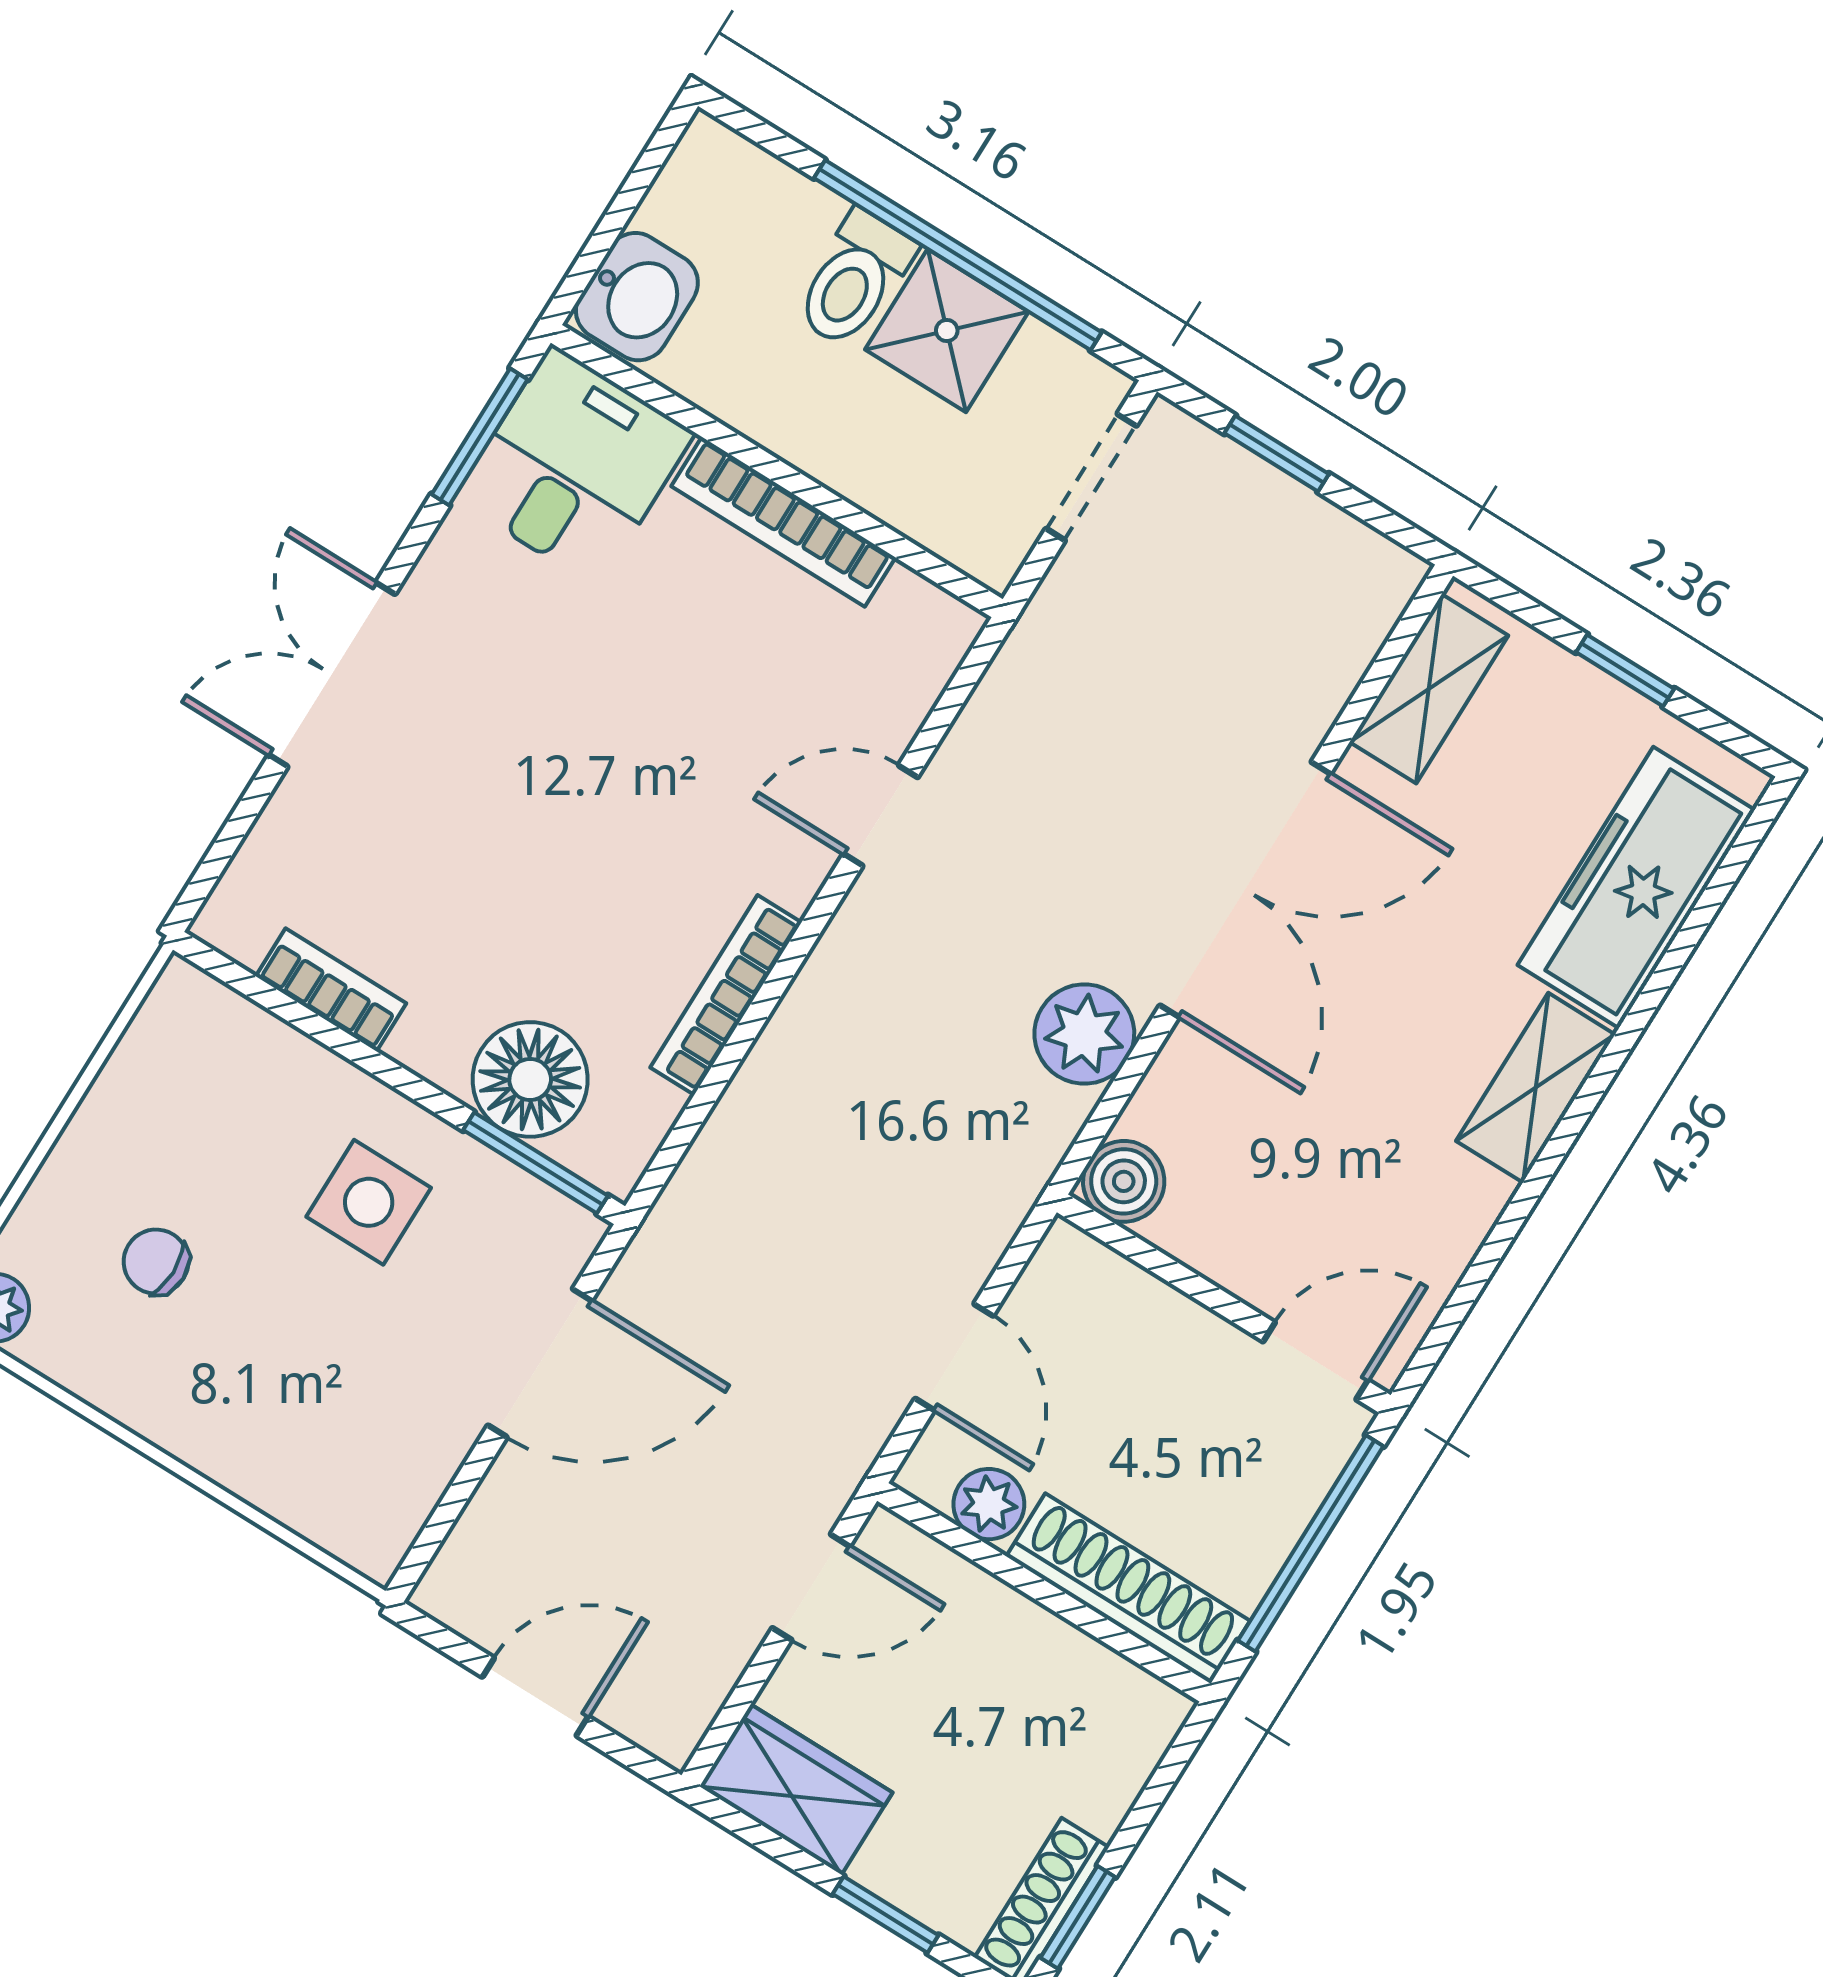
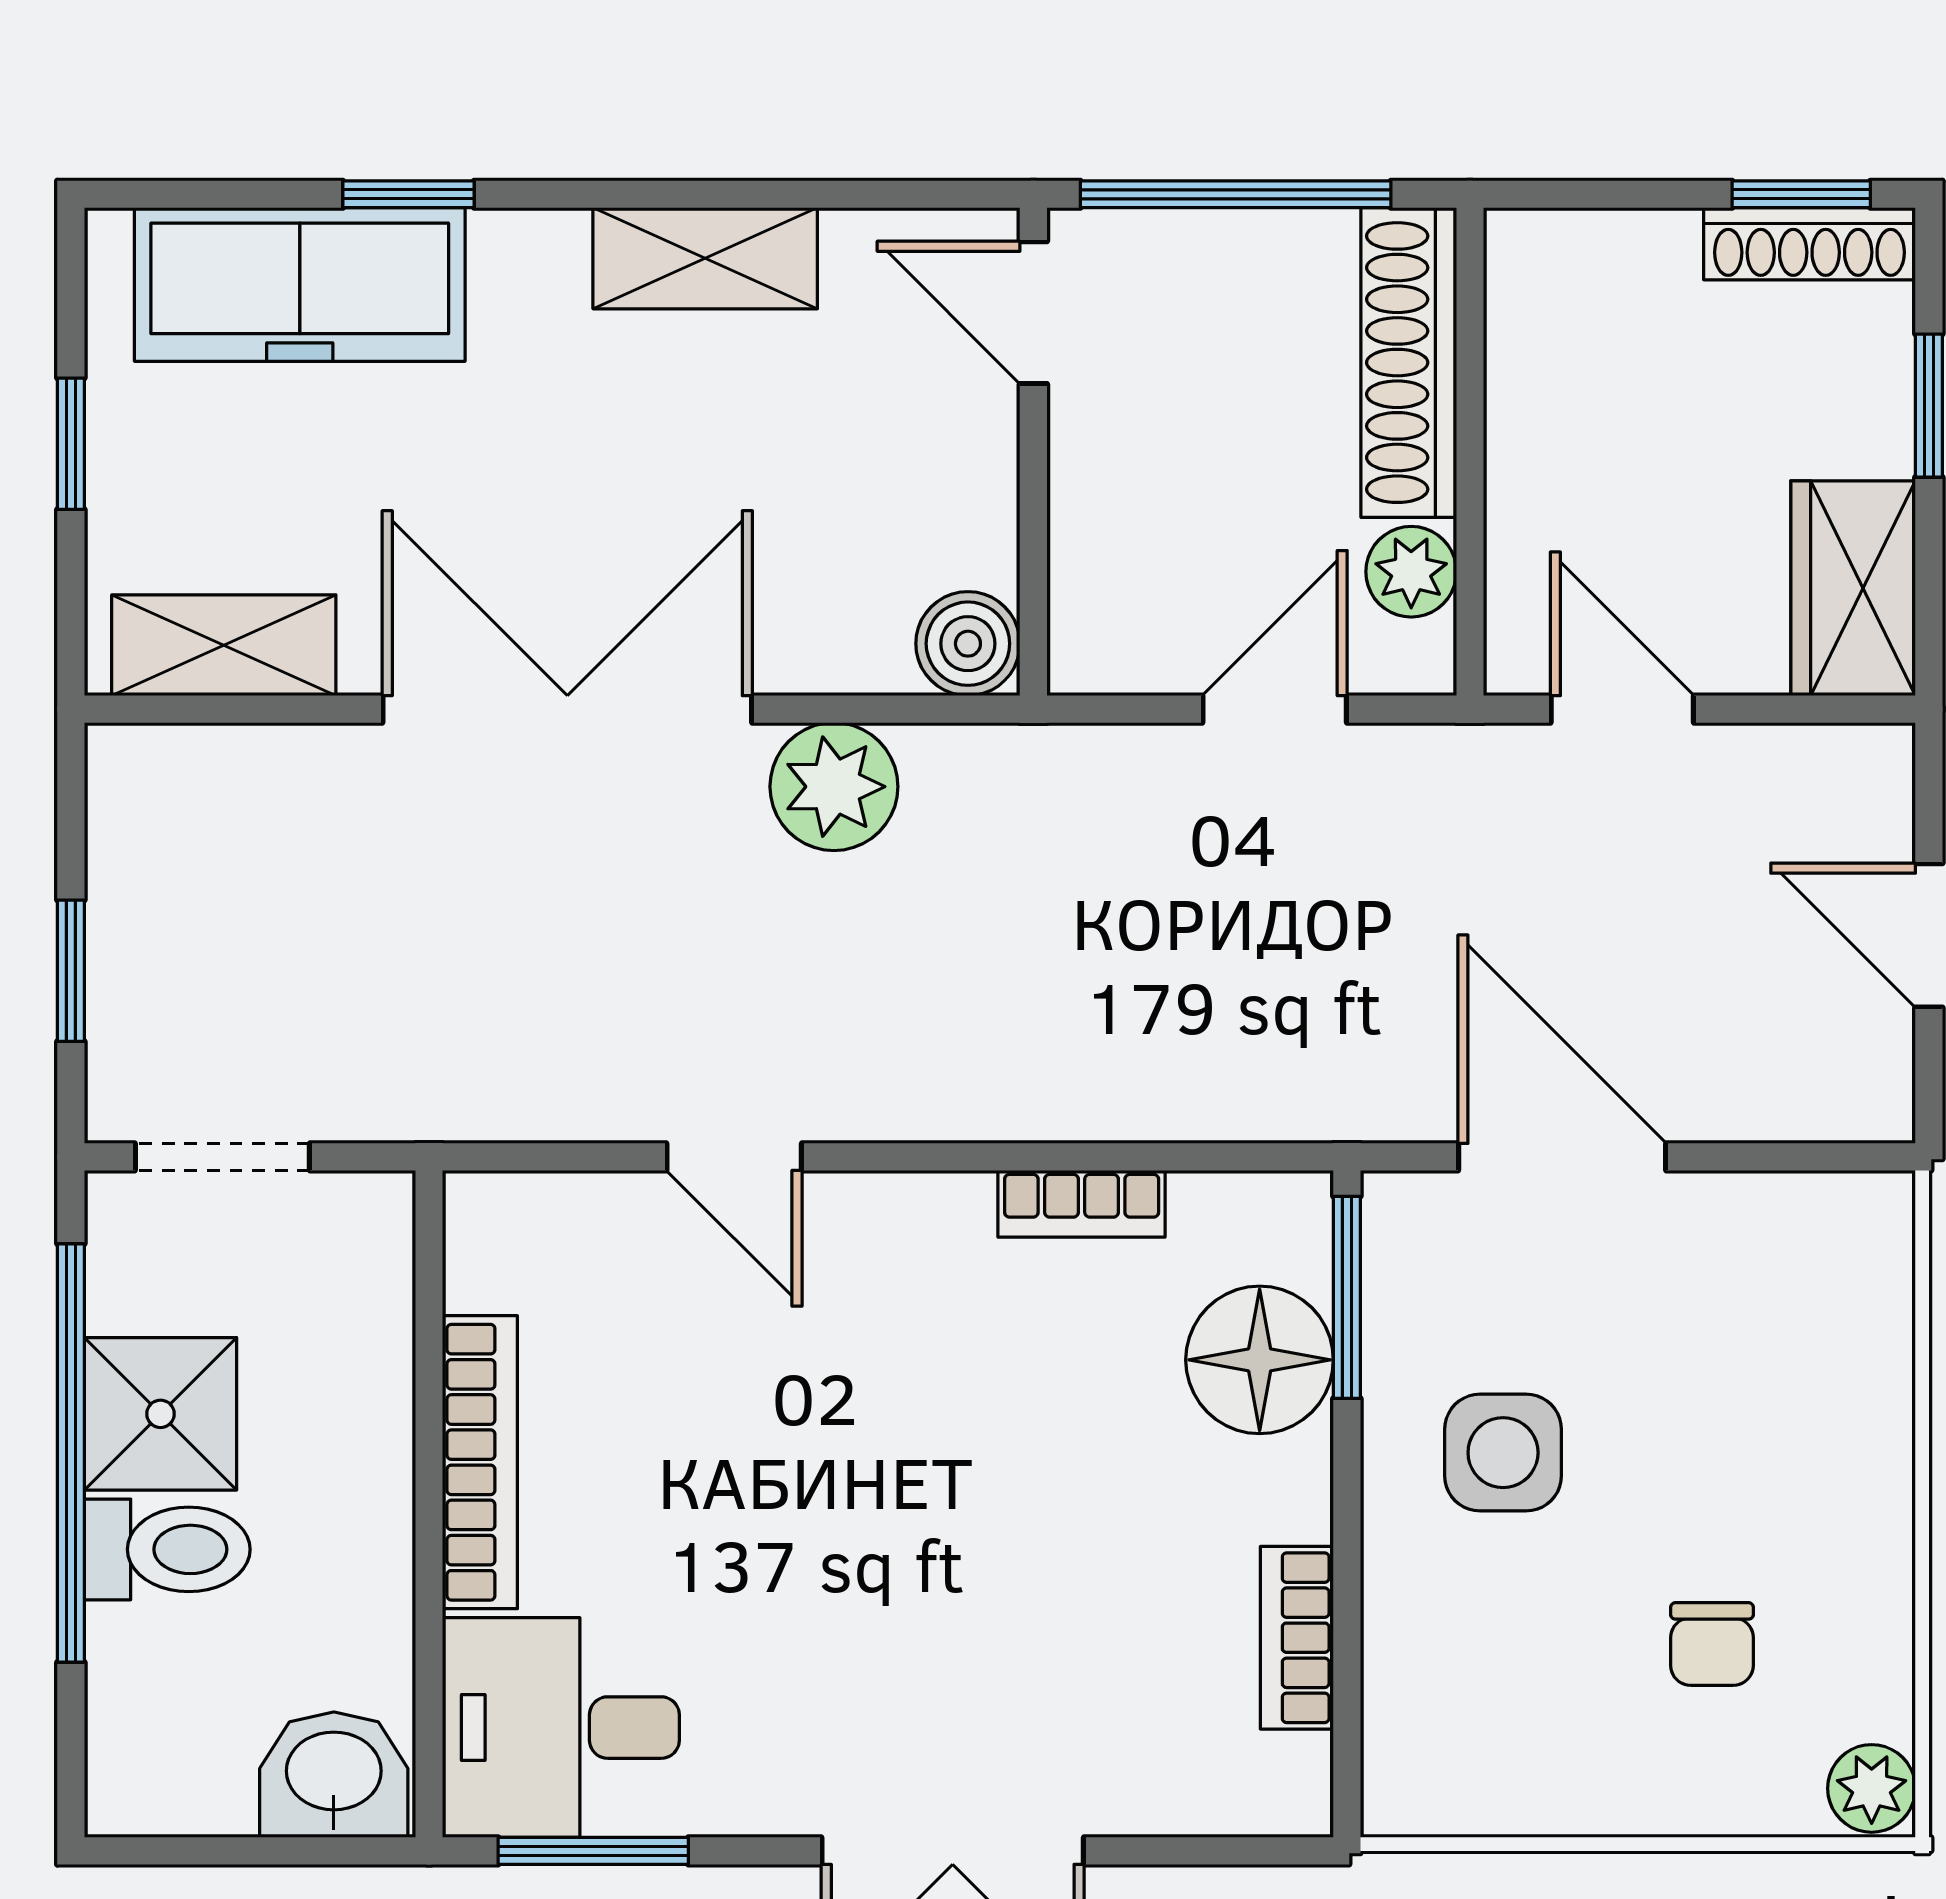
bookcase: (726, 995) -> (1082, 1204), width x0.64
window: (1651, 996) -> (408, 194), added
shelving: (1536, 1088) -> (705, 258), moved

